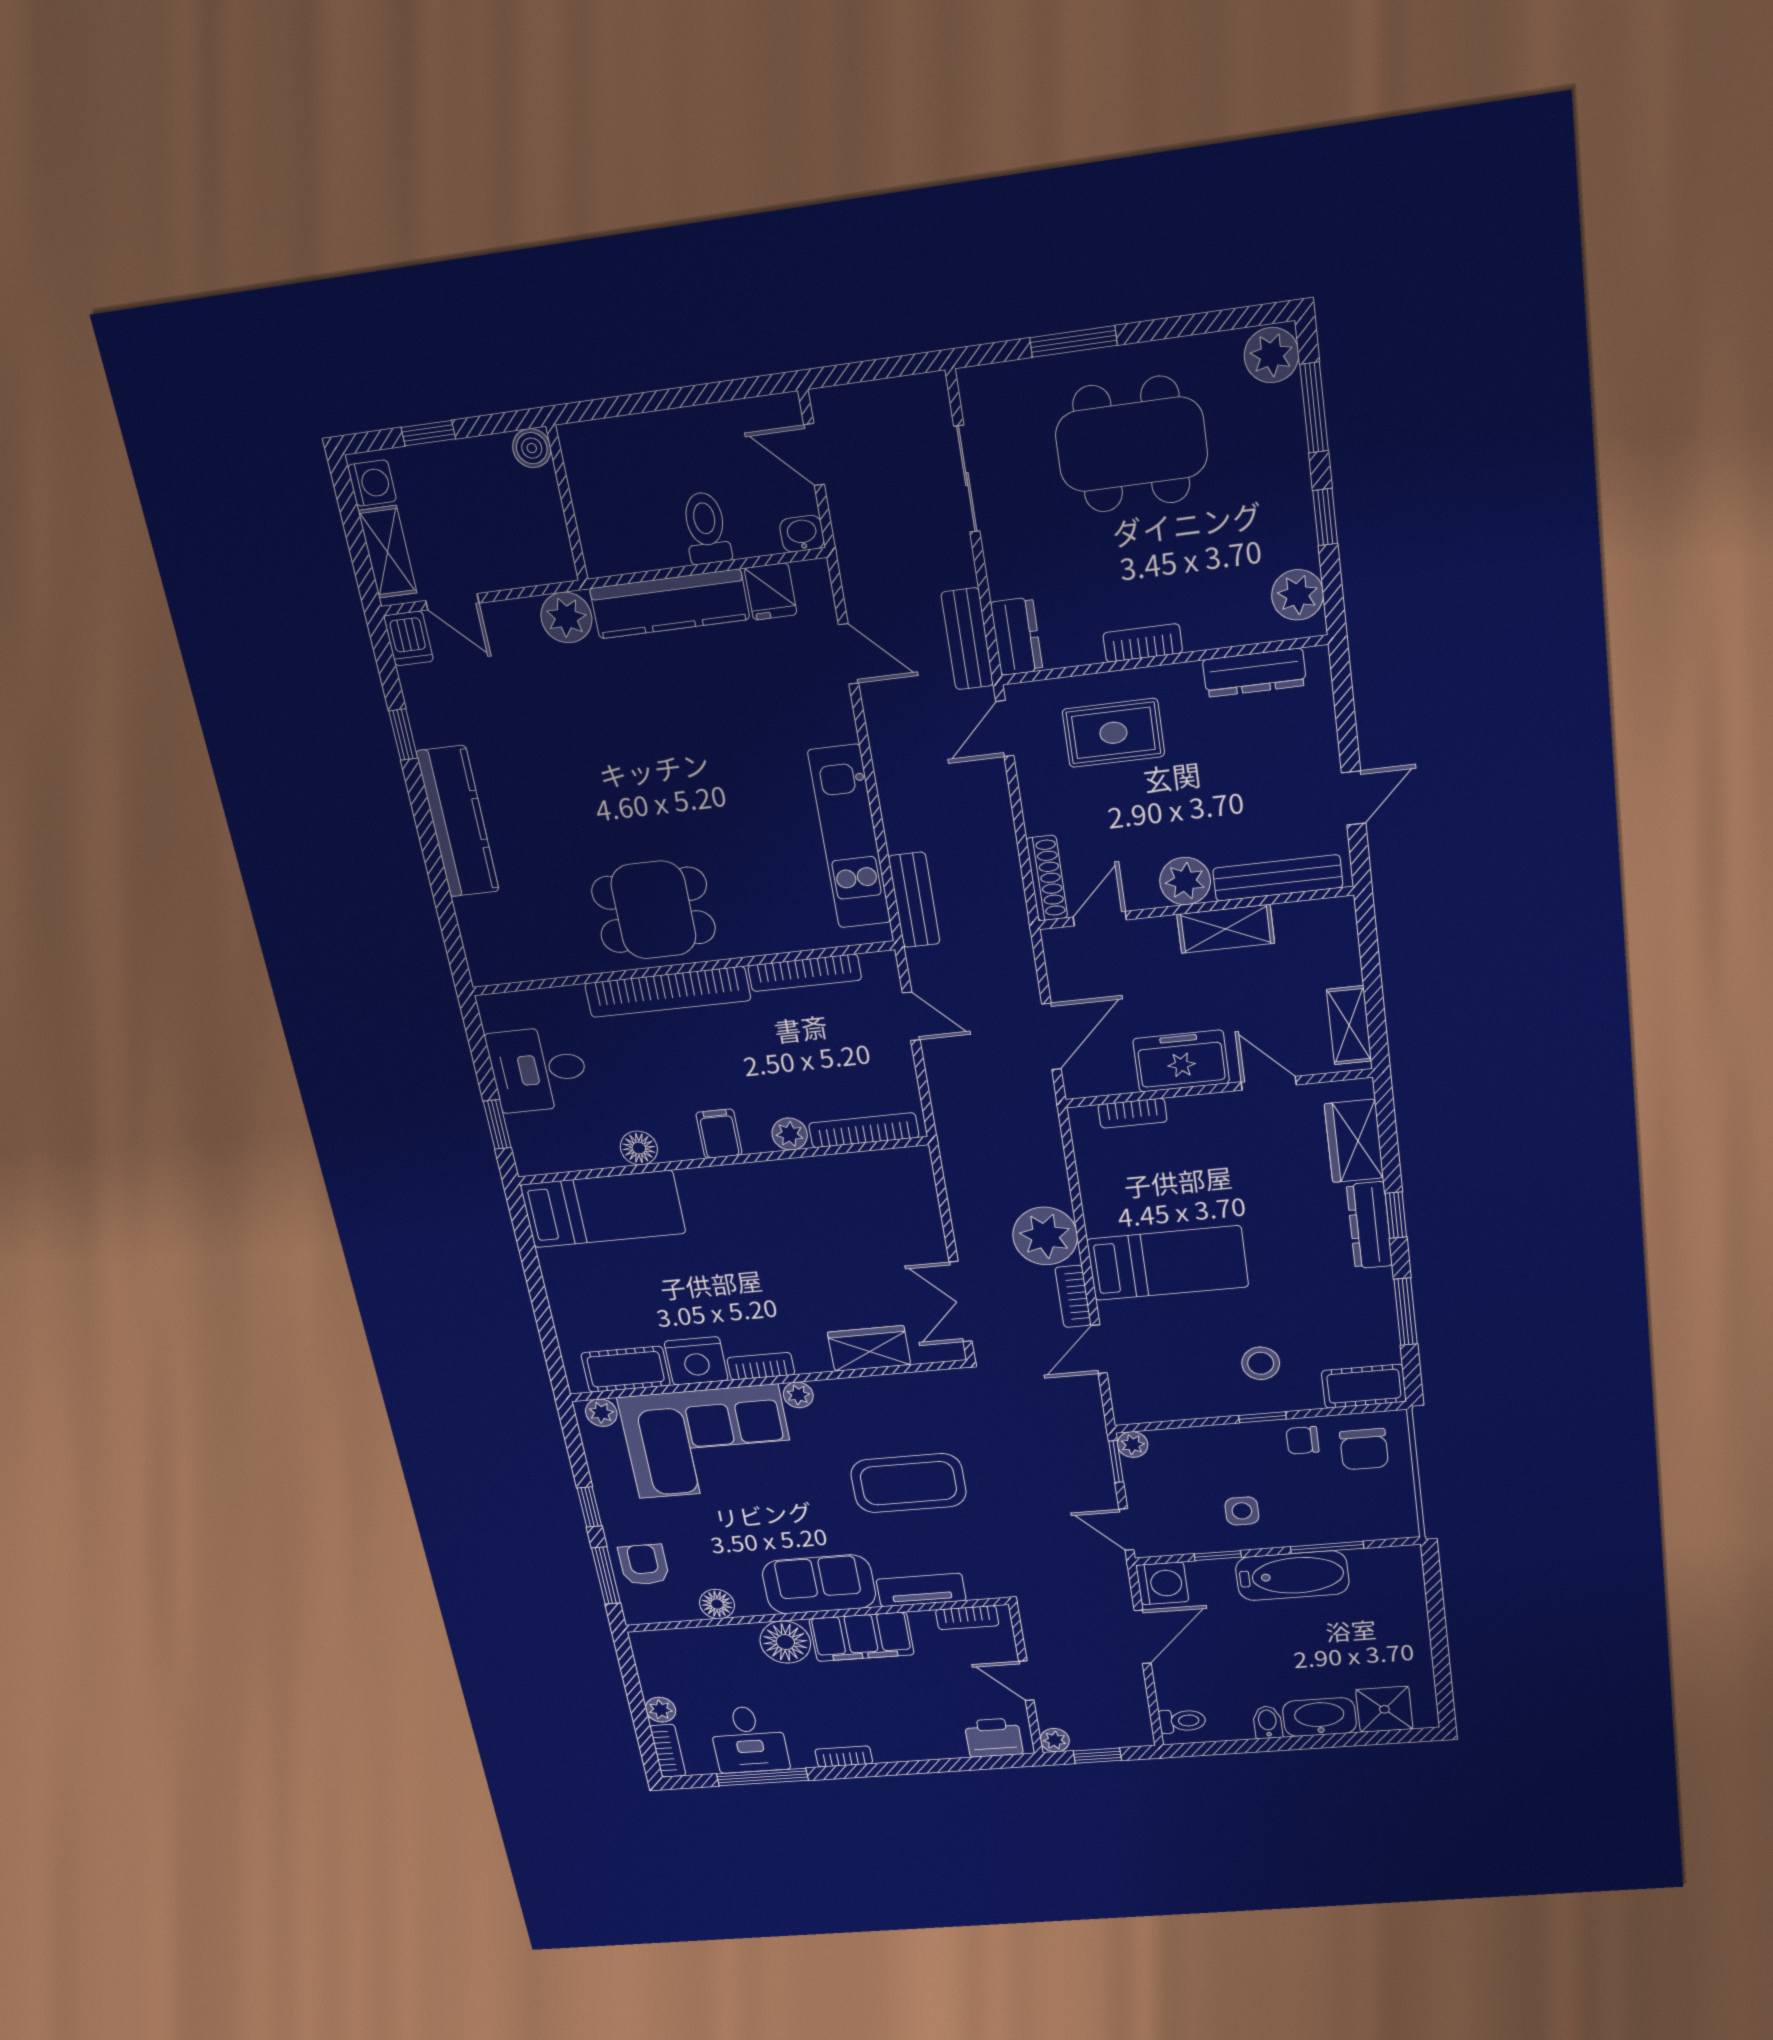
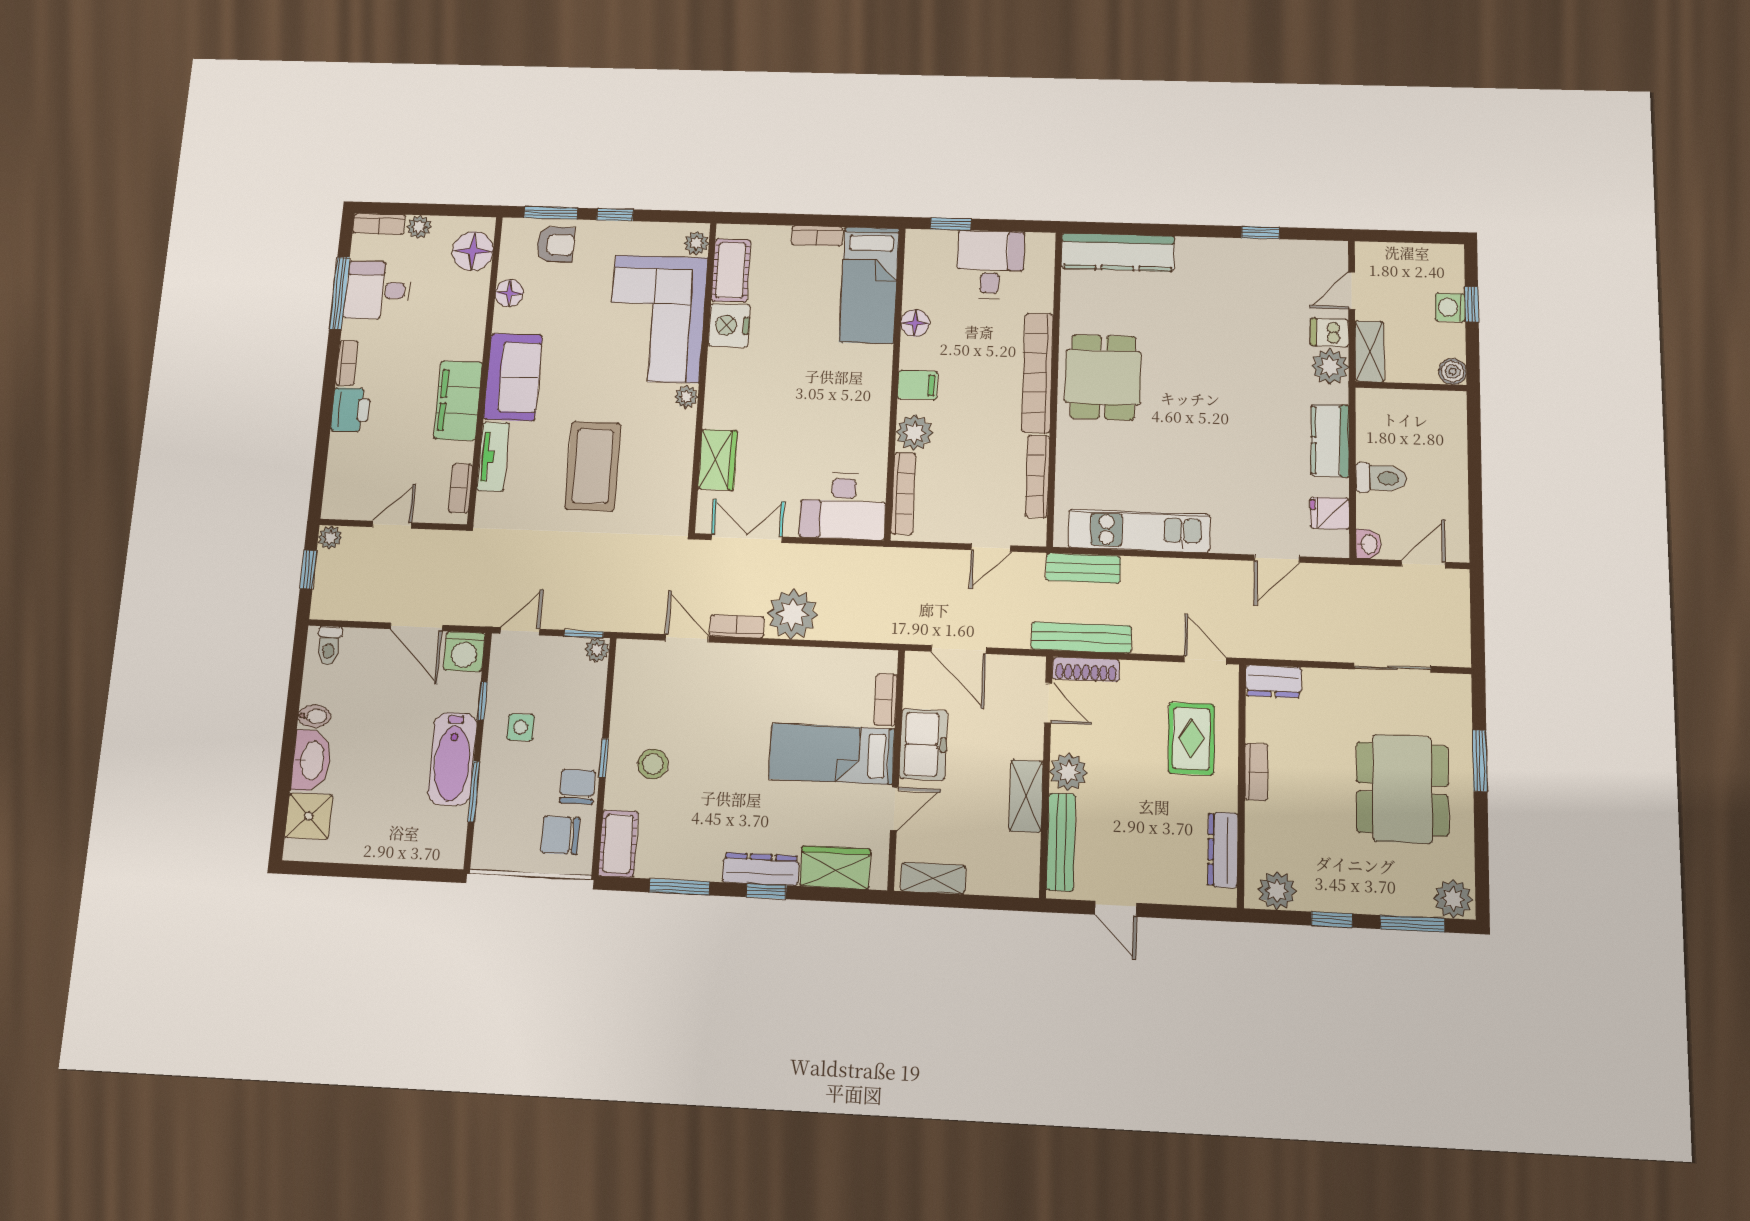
washing machine: (372, 483) -> (1450, 307), moved, turned 90
shelving: (388, 552) -> (1370, 351), moved, turned 90
kitchen counter: (670, 604) -> (1330, 441), width x0.67
dishwasher: (409, 638) -> (1330, 333), moved
bench: (967, 639) -> (1081, 638), moved, width x1.36
kitchen counter: (458, 822) -> (1118, 252), moved
plant: (790, 1134) -> (914, 433), width x1.38, depth x1.38
desk: (896, 1198) -> (843, 506), added
bed: (1168, 1263) -> (832, 754), moved, turned 90
bookcase: (761, 1366) -> (817, 236), moved, turned 90
chair: (1303, 1440) -> (577, 787), width x1.37, depth x1.37
floor lamp: (785, 1642) -> (473, 251), moved
printer: (994, 1738) -> (351, 410), moved

